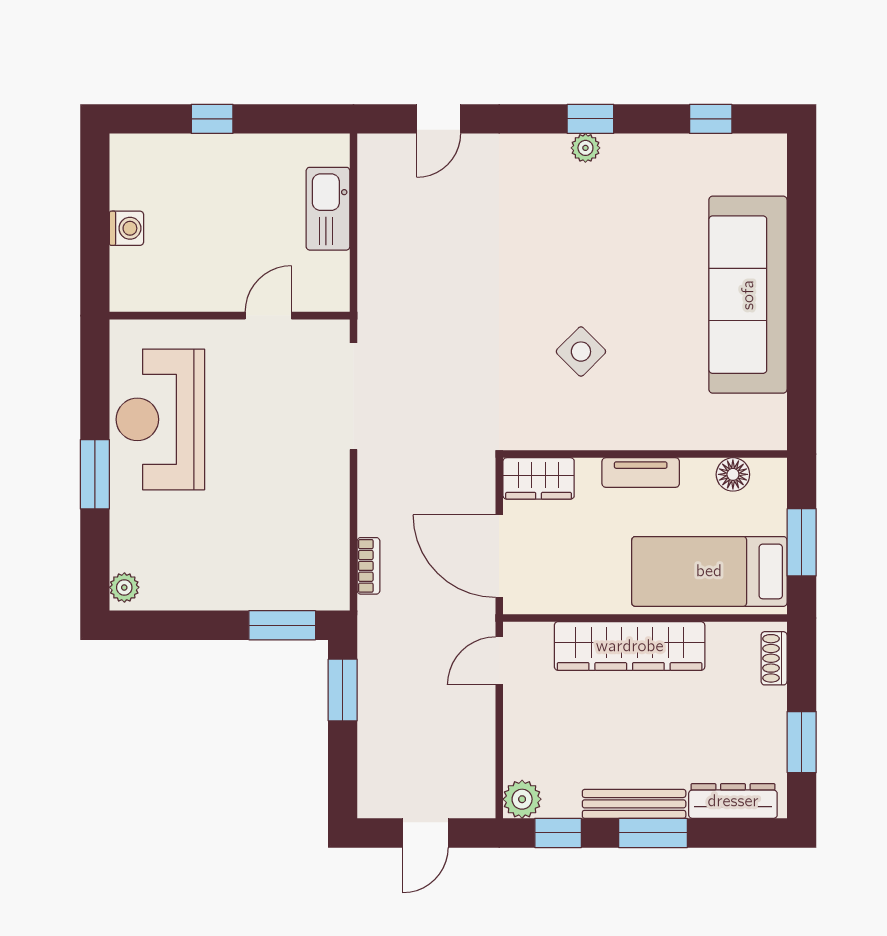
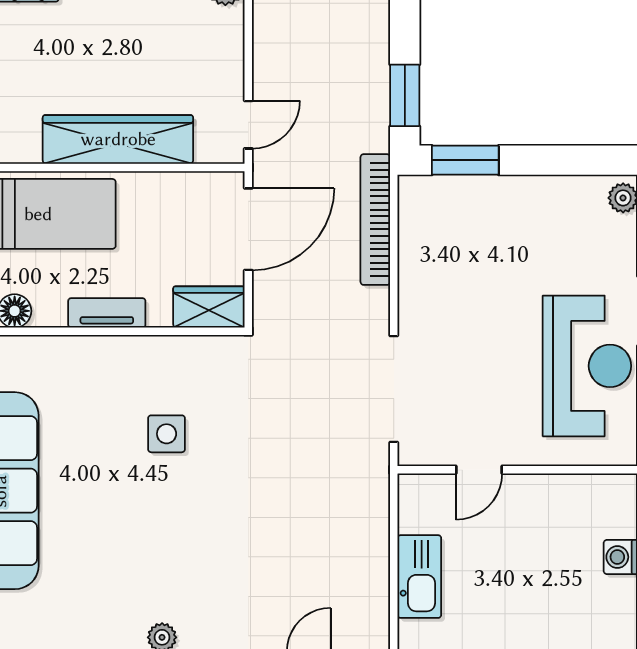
side table: (581, 352) -> (167, 434), turned 45
door: (499, 556) -> (248, 229), hinge flipped
bookcase: (368, 566) -> (375, 220), width x2.31, depth x1.31

